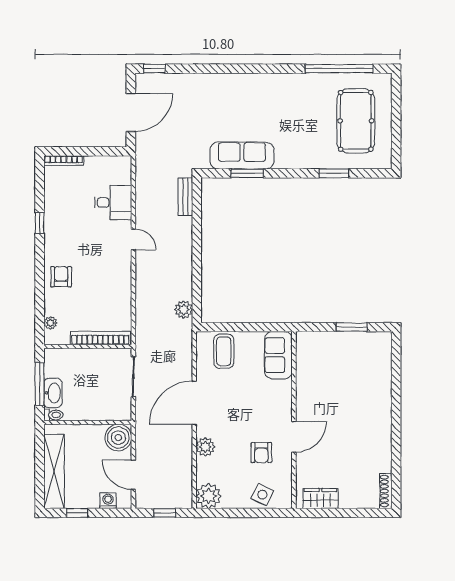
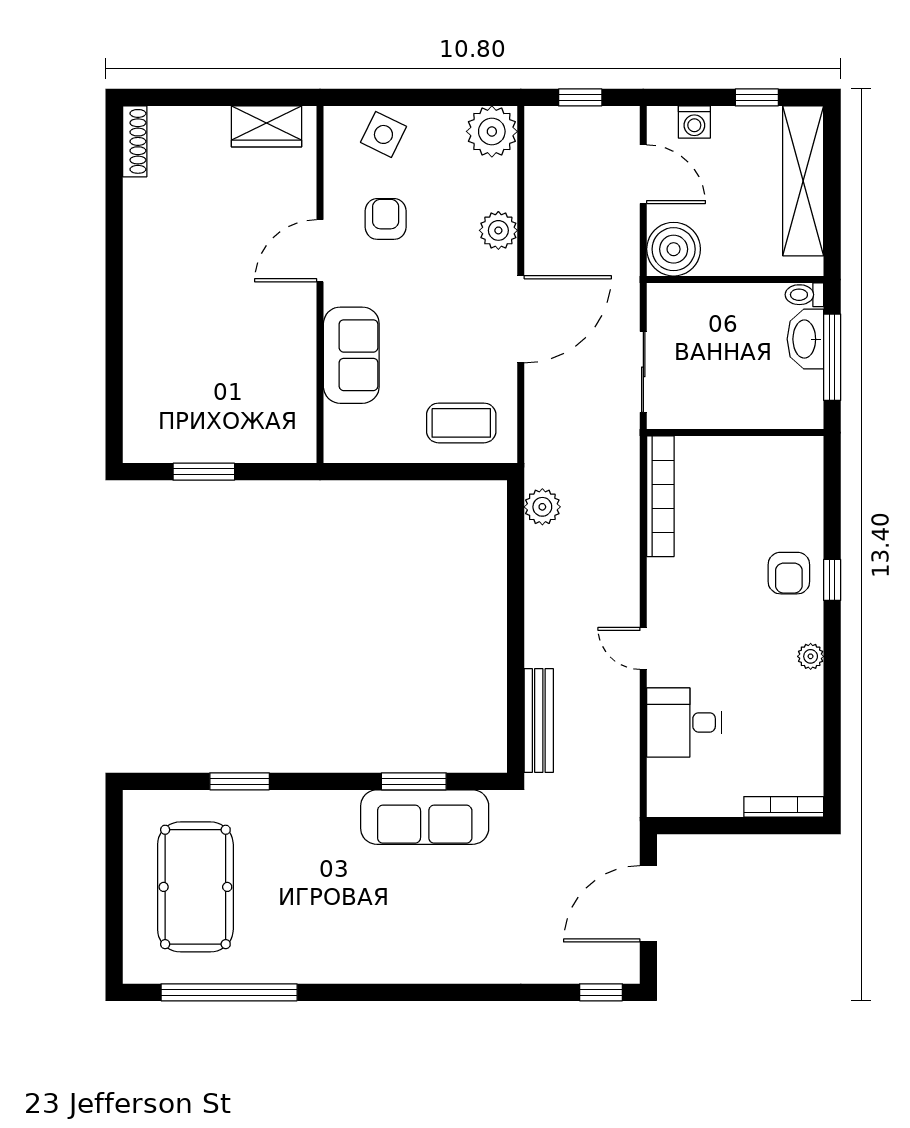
bench: (185, 197) -> (539, 721), width x1.36
window: (40, 223) -> (832, 580), moved
plant: (50, 323) -> (811, 656), moved
bookcase: (100, 338) -> (660, 496), moved, turned -90
coffee table: (224, 351) -> (461, 423), turned 90
sofa: (278, 355) -> (351, 355), moved

